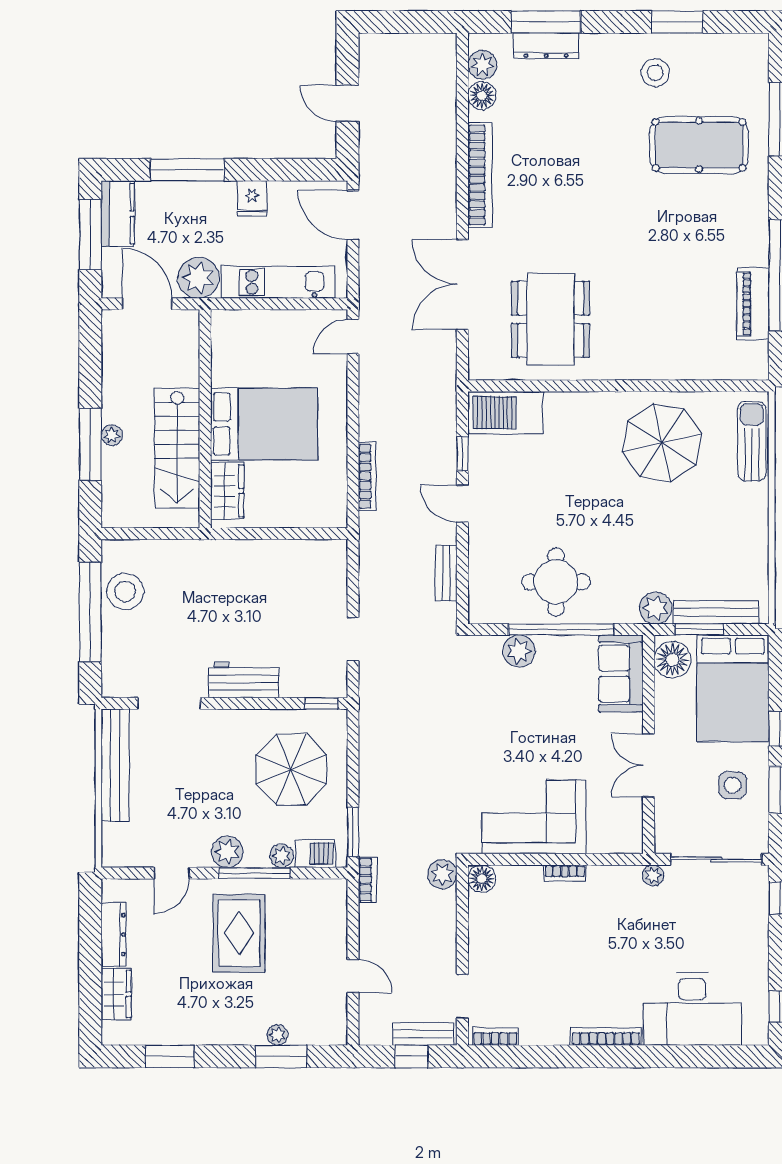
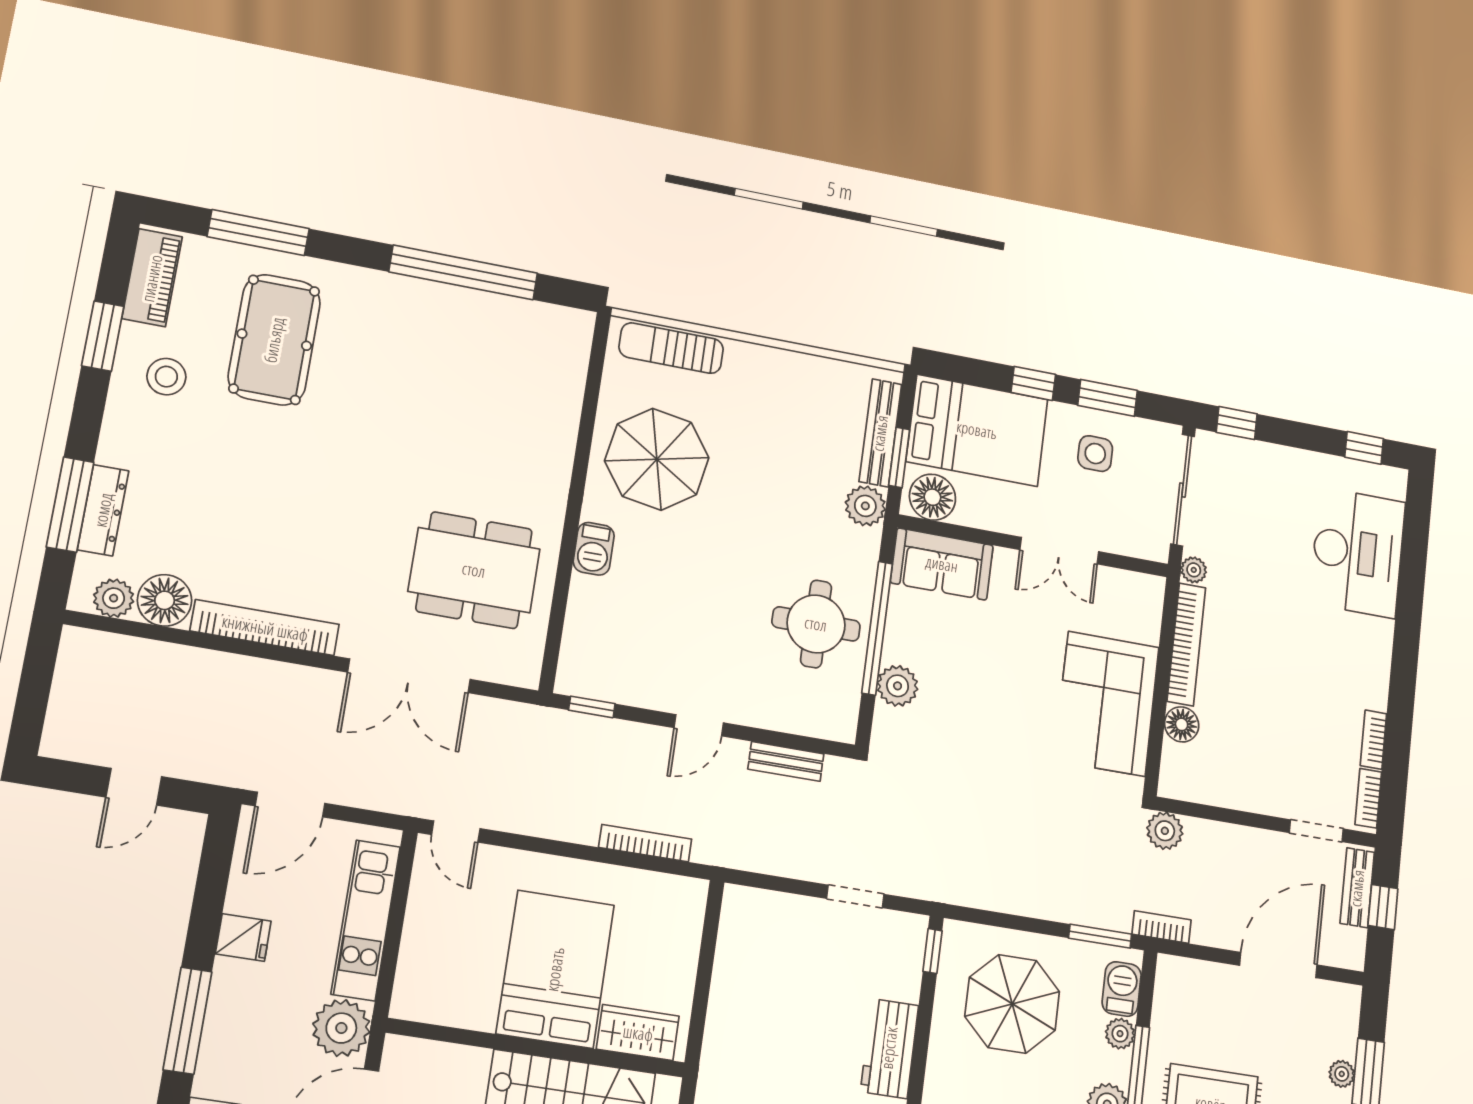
floor lamp: (482, 96) -> (165, 600), width x1.38, depth x1.38
piano: (753, 304) -> (152, 278), moved, turned -90
barbecue: (506, 413) -> (594, 549), moved, width x0.53, depth x0.65
window: (462, 454) -> (592, 707), moved
bookcase: (565, 873) -> (1186, 644), width x2.31, depth x1.31
floor lamp: (482, 879) -> (1182, 724), moved
door: (353, 976) -> (1278, 965), width x1.88
bookcase: (606, 1036) -> (1374, 740), moved, width x0.64

